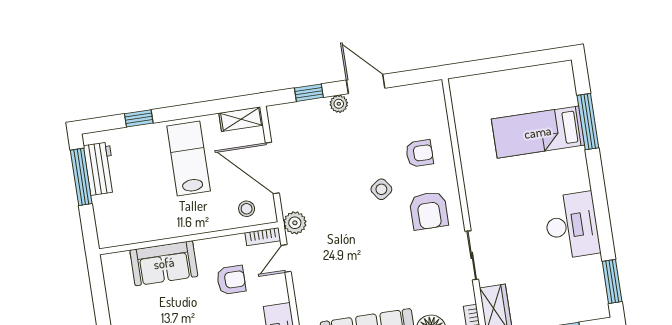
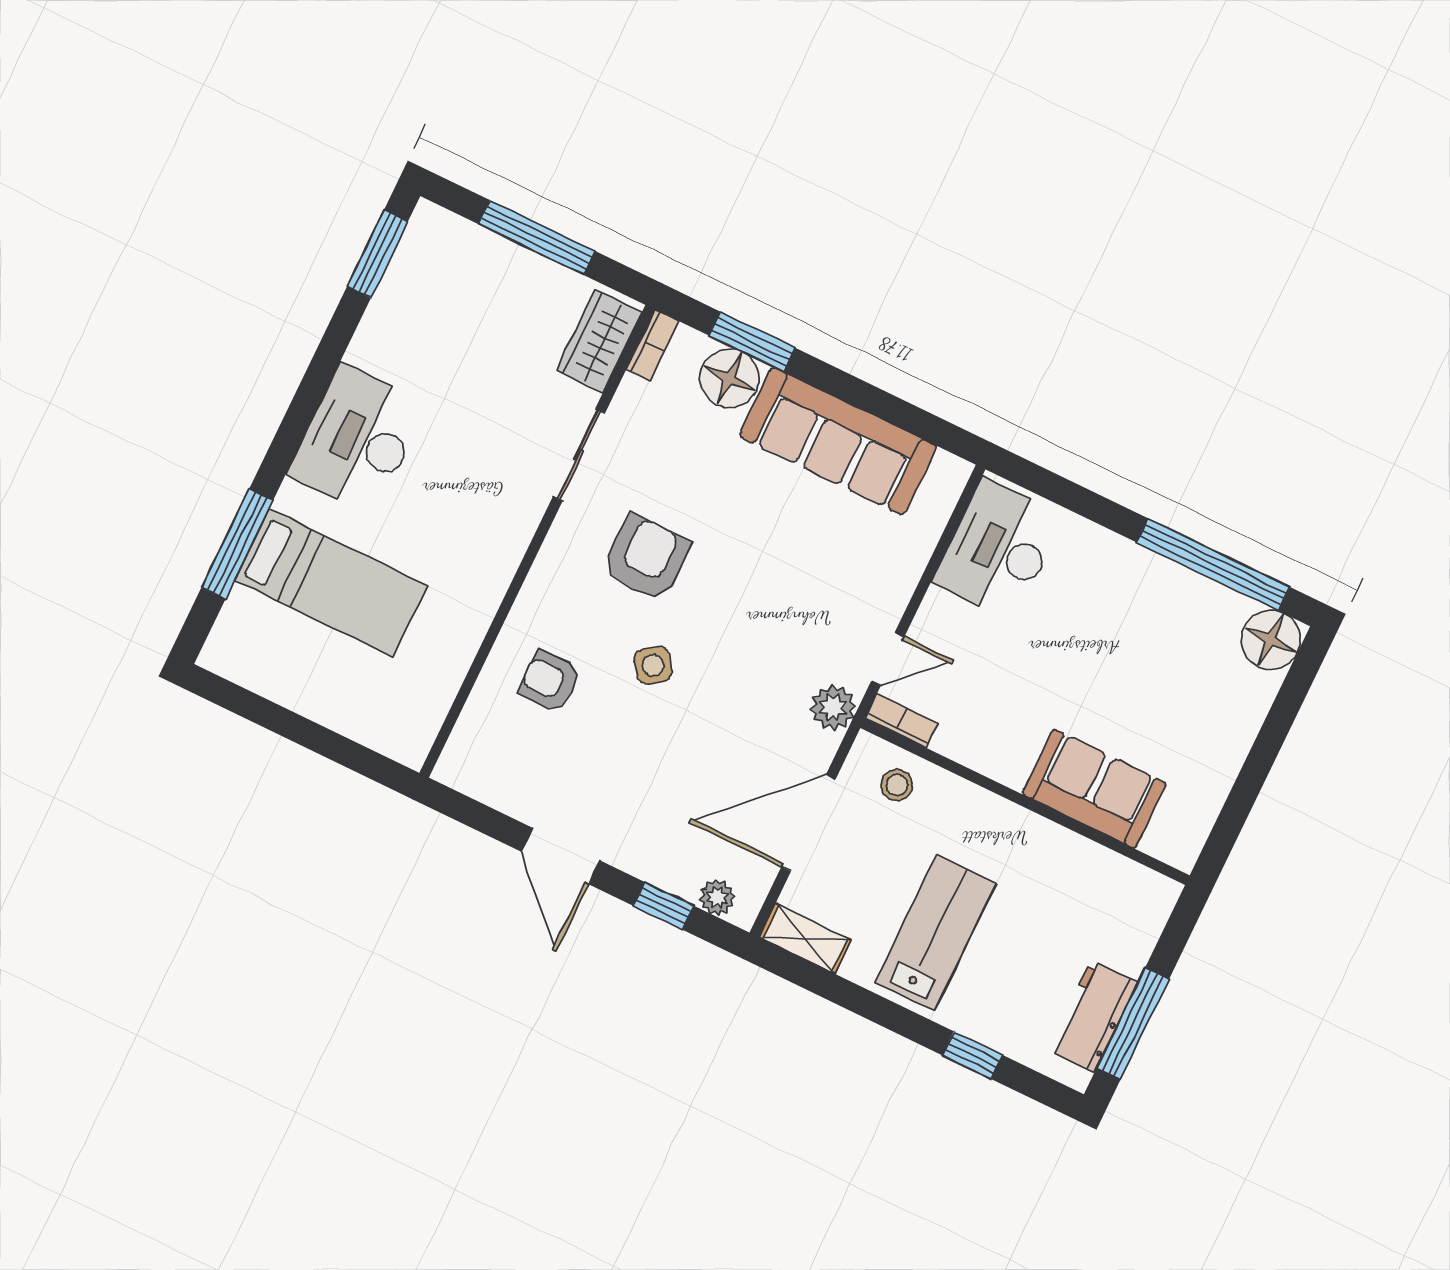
plant: (339, 104) -> (717, 897), moved
lab bench: (189, 159) -> (936, 933), turned 180
door: (272, 168) -> (809, 823), swing flipped
armchair: (429, 211) -> (646, 558), moved
desk: (572, 225) -> (358, 439), moved
armchair: (231, 280) -> (1002, 685), removed

